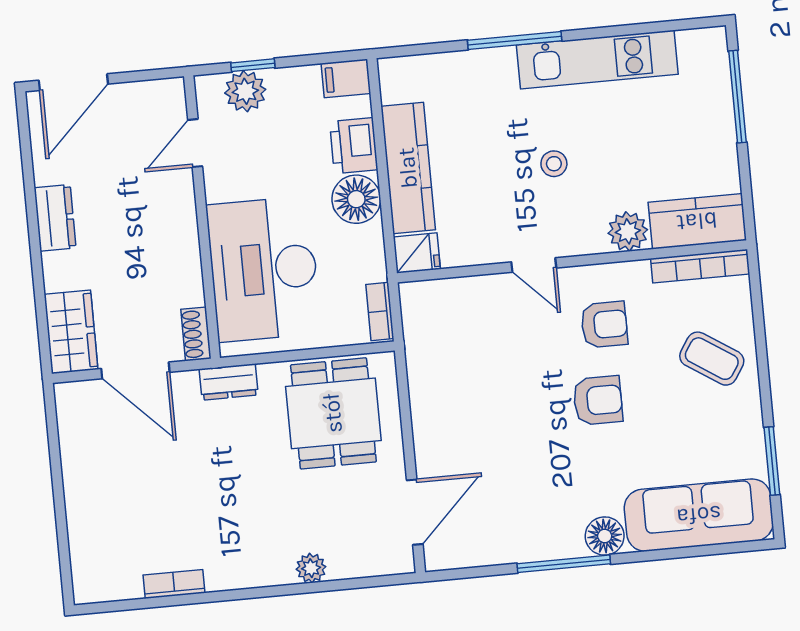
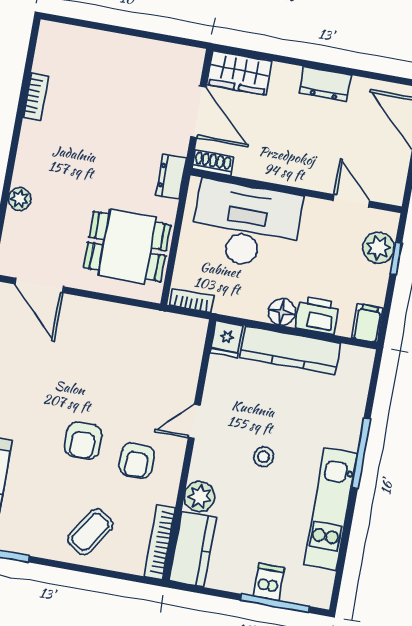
dishwasher: (712, 112) -> (269, 582), added
floor lamp: (356, 199) -> (282, 312), width x0.73, depth x0.73
door: (135, 370) -> (198, 112), swing flipped

